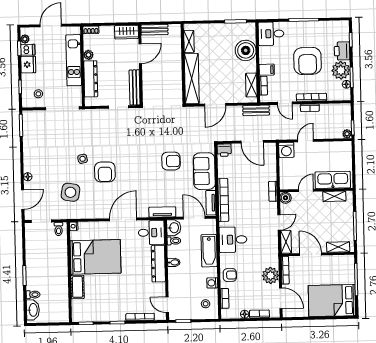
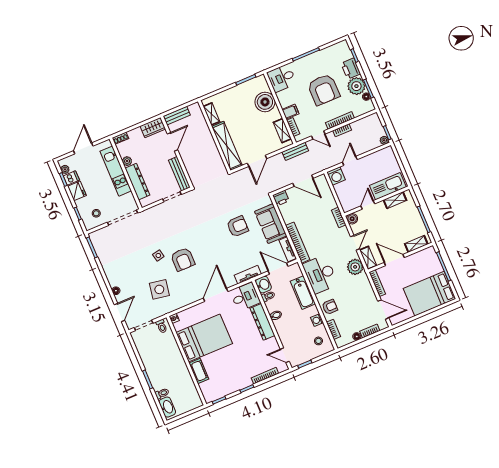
desk: (233, 240) -> (320, 274), width x1.37
plant: (271, 276) -> (355, 267), moved

